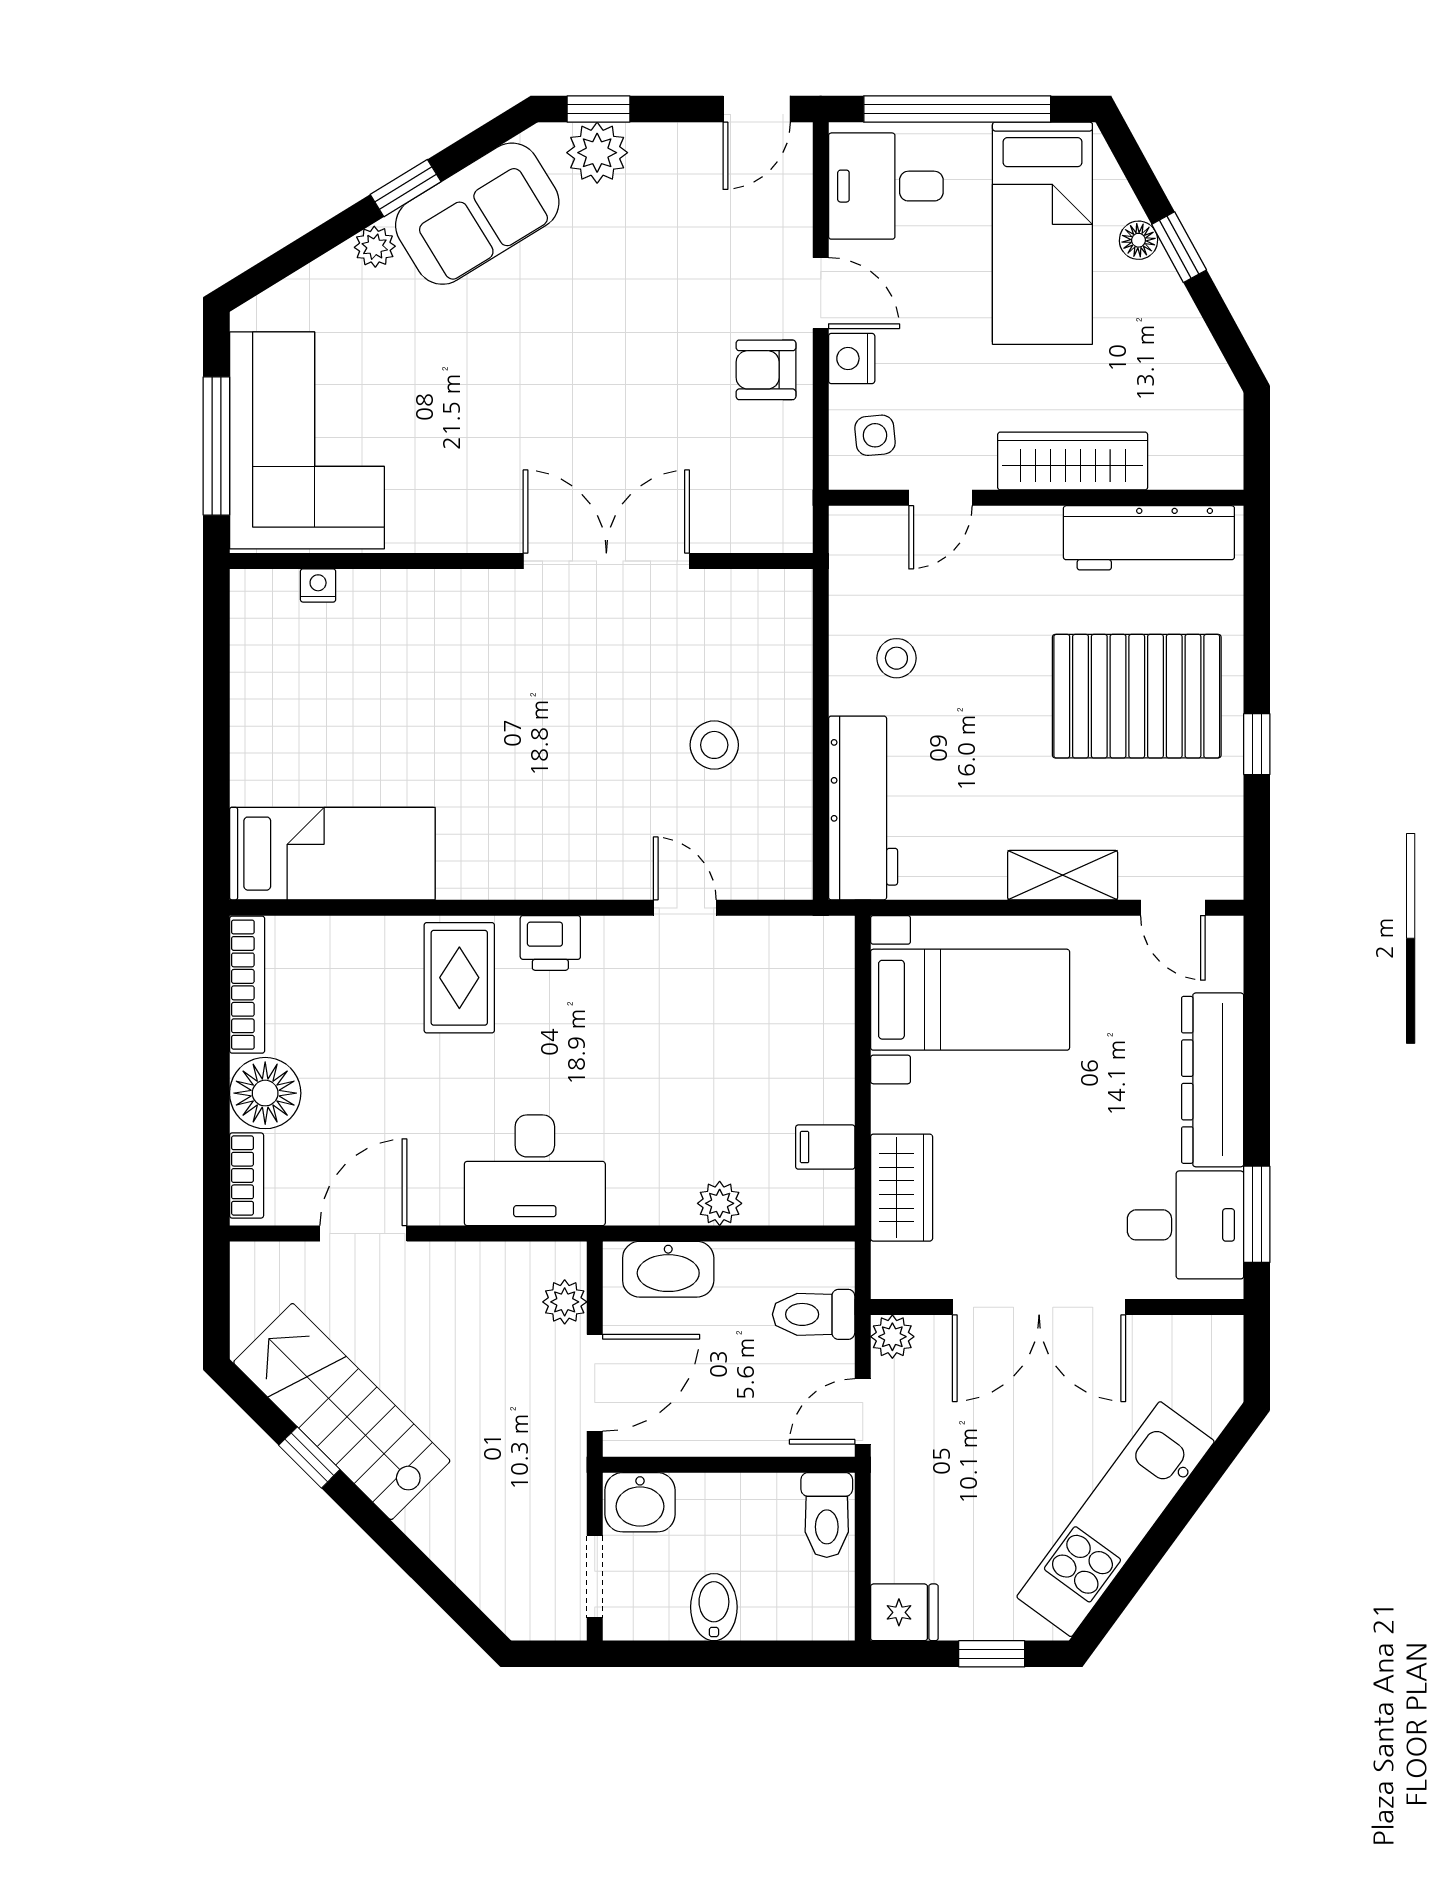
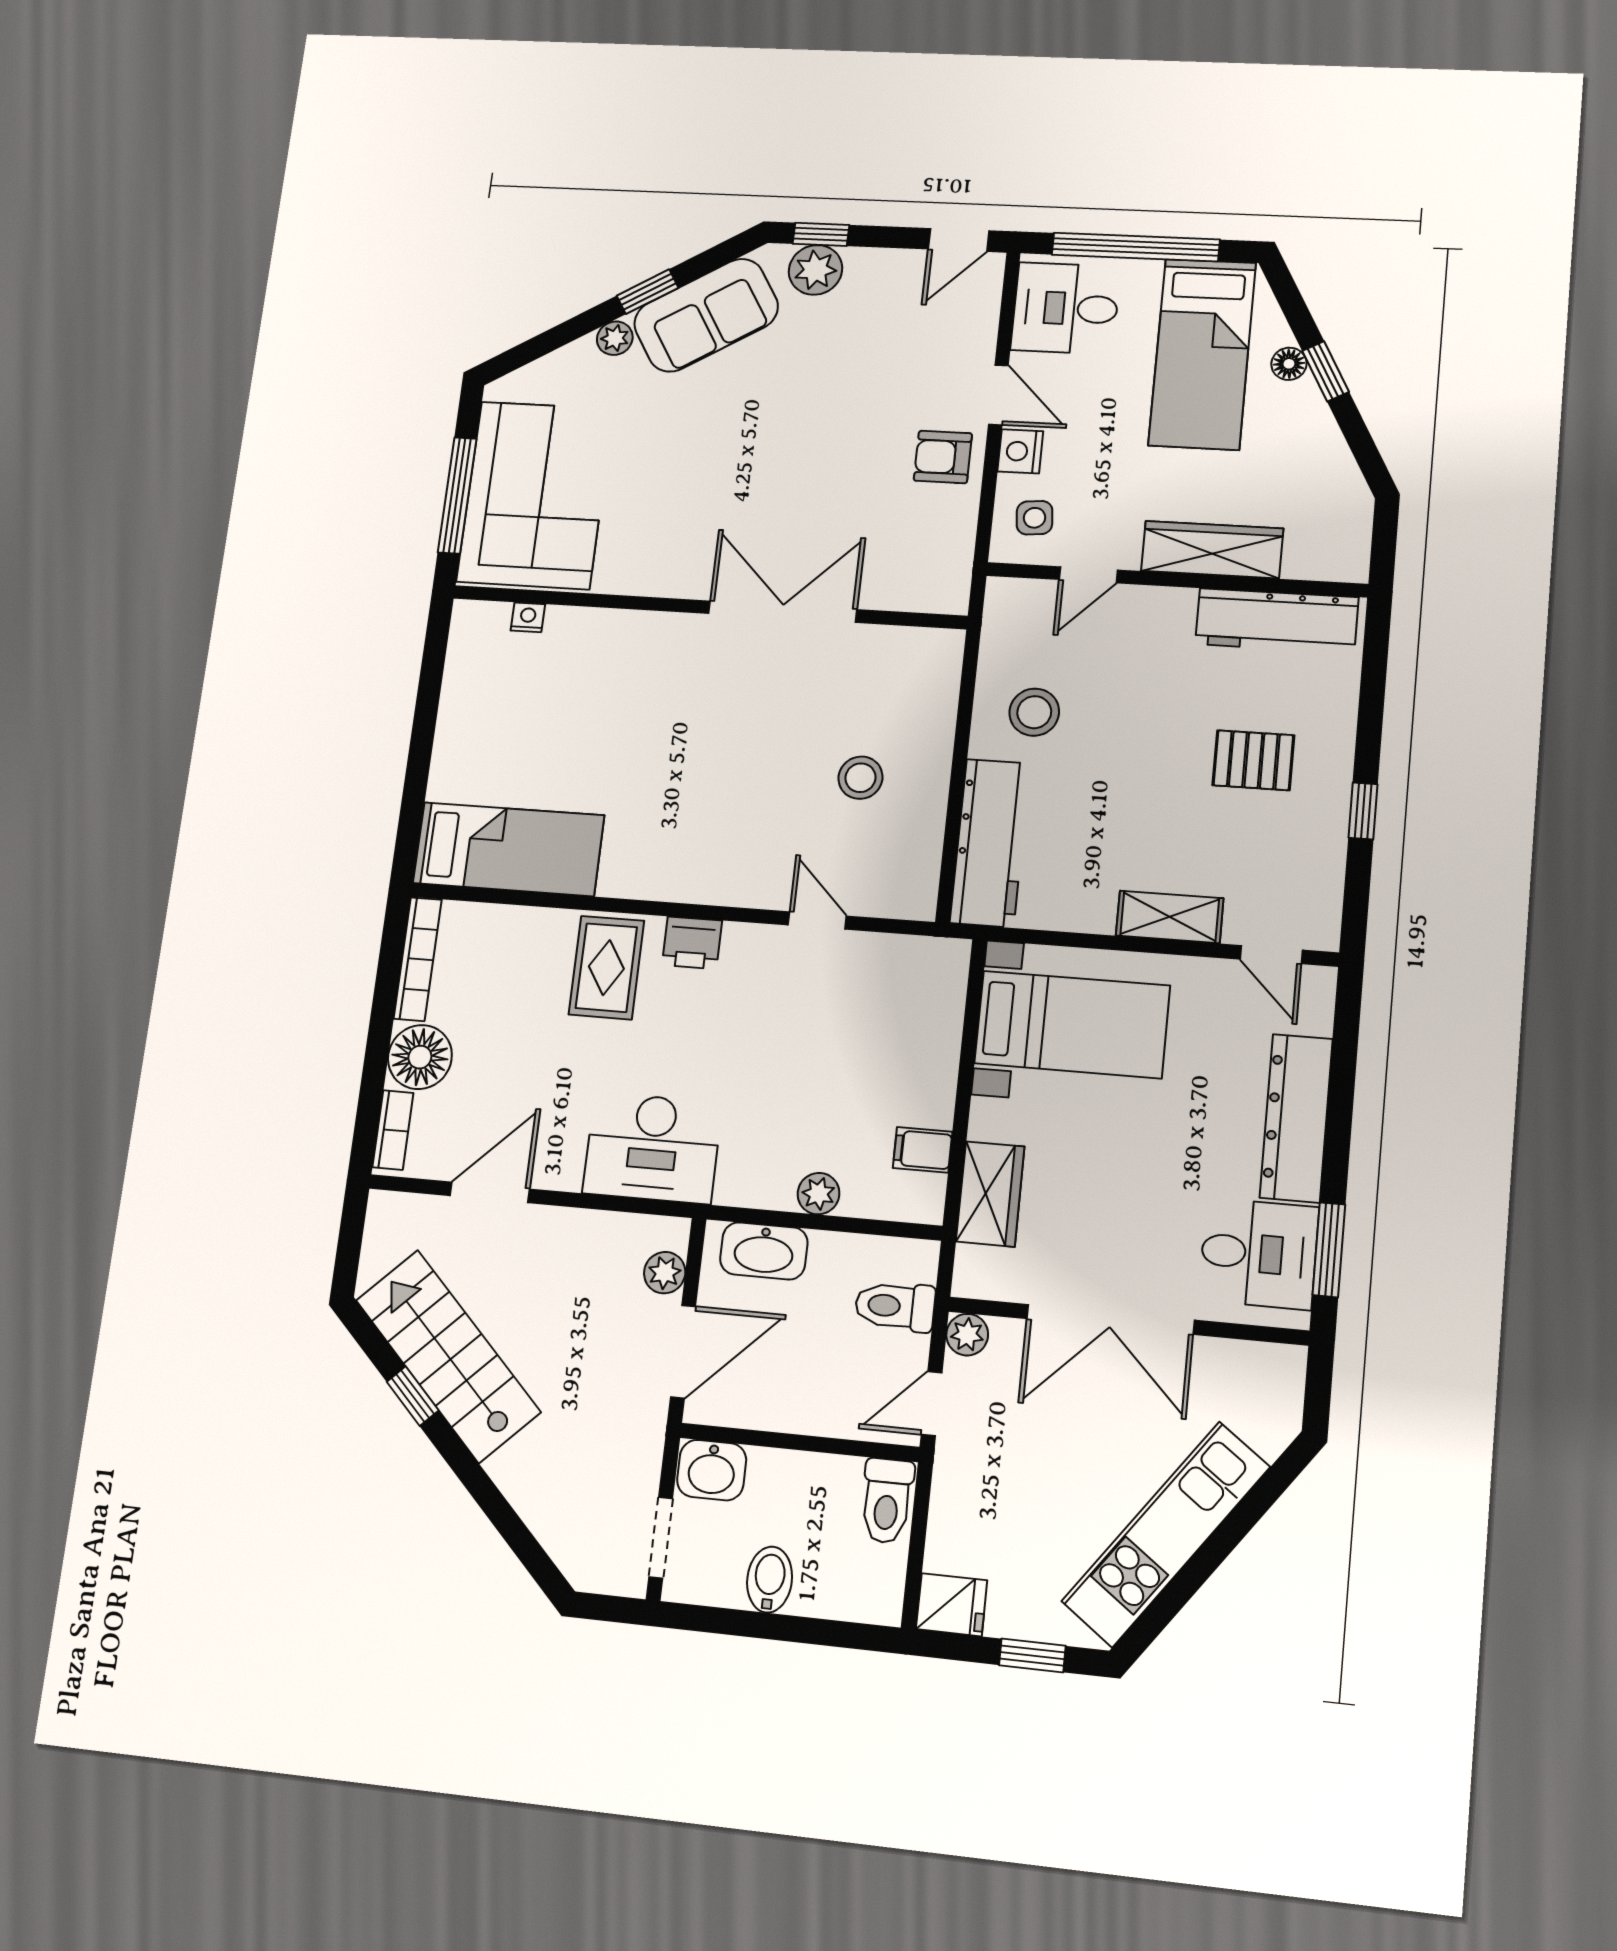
stool: (896, 658) -> (1034, 712), width x1.37, depth x1.37
pallet: (1137, 696) -> (1253, 760), width x0.49, depth x0.50

